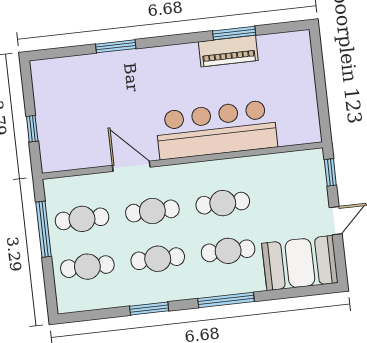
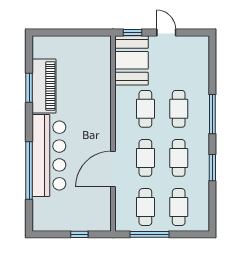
window: (116, 46) -> (29, 171), width x2.11
piano: (228, 51) -> (44, 86), width x1.37, depth x1.33
bar counter: (216, 130) -> (49, 155), moved, turned 180
door: (131, 166) -> (113, 169), width x1.36
booth: (300, 263) -> (131, 60), moved

